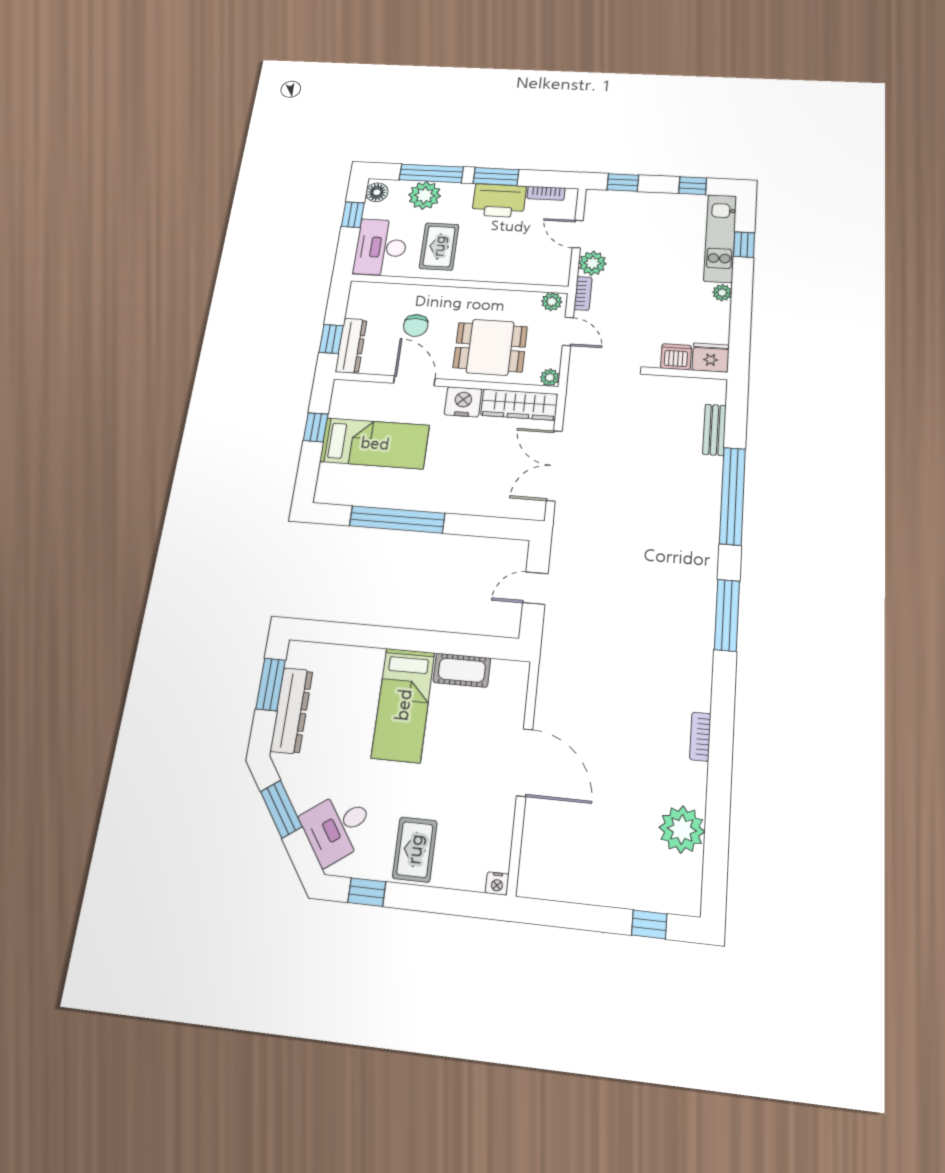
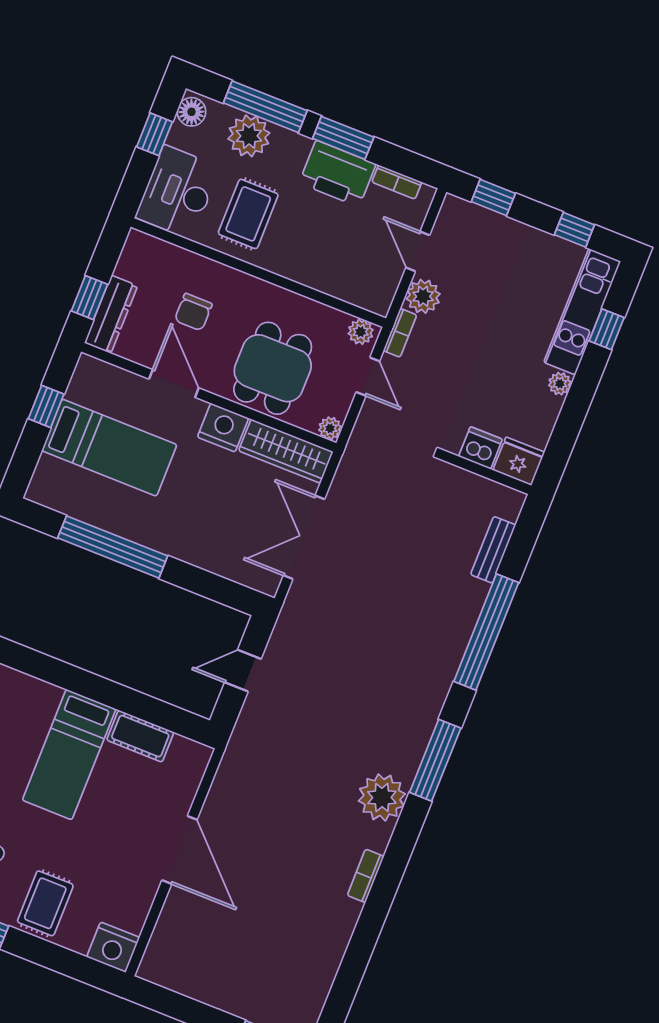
dining table: (490, 347) -> (273, 368), turned 90
plant: (682, 829) -> (382, 797), moved
nightstand: (497, 884) -> (113, 947), width x1.89, depth x1.79

